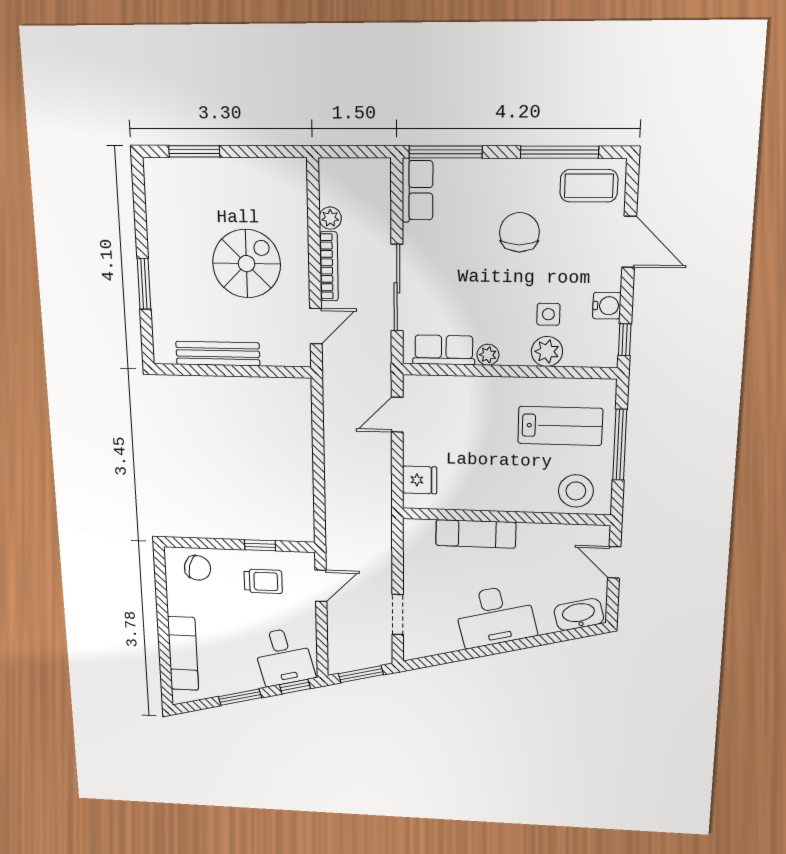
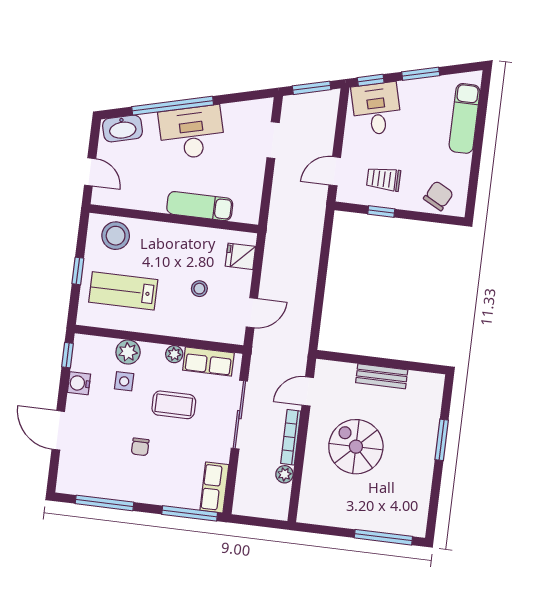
window: (194, 151) -> (383, 537), width x1.44
coffee table: (589, 186) -> (174, 405), moved
chair: (519, 232) -> (140, 447), width x0.54, depth x0.54
spiral stairs: (246, 264) -> (356, 447), turned 90
bench: (218, 354) -> (382, 376), width x0.73
stool: (465, 437) -> (199, 289), added
window: (620, 445) -> (78, 271), width x0.46
chair: (198, 568) -> (438, 196), turned 103
window: (521, 644) -> (173, 106), added

